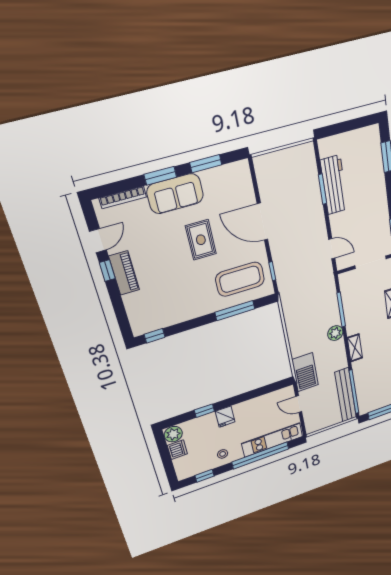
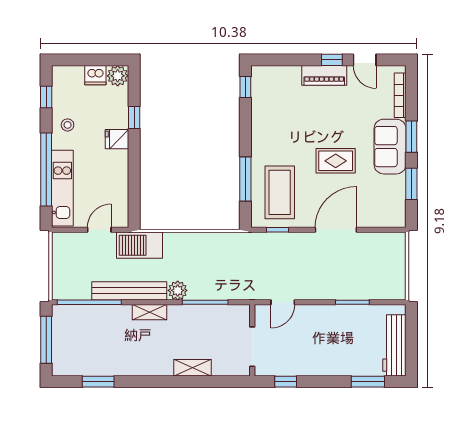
workbench: (334, 185) -> (394, 345), moved, turned 90
bench: (346, 395) -> (129, 291), moved

